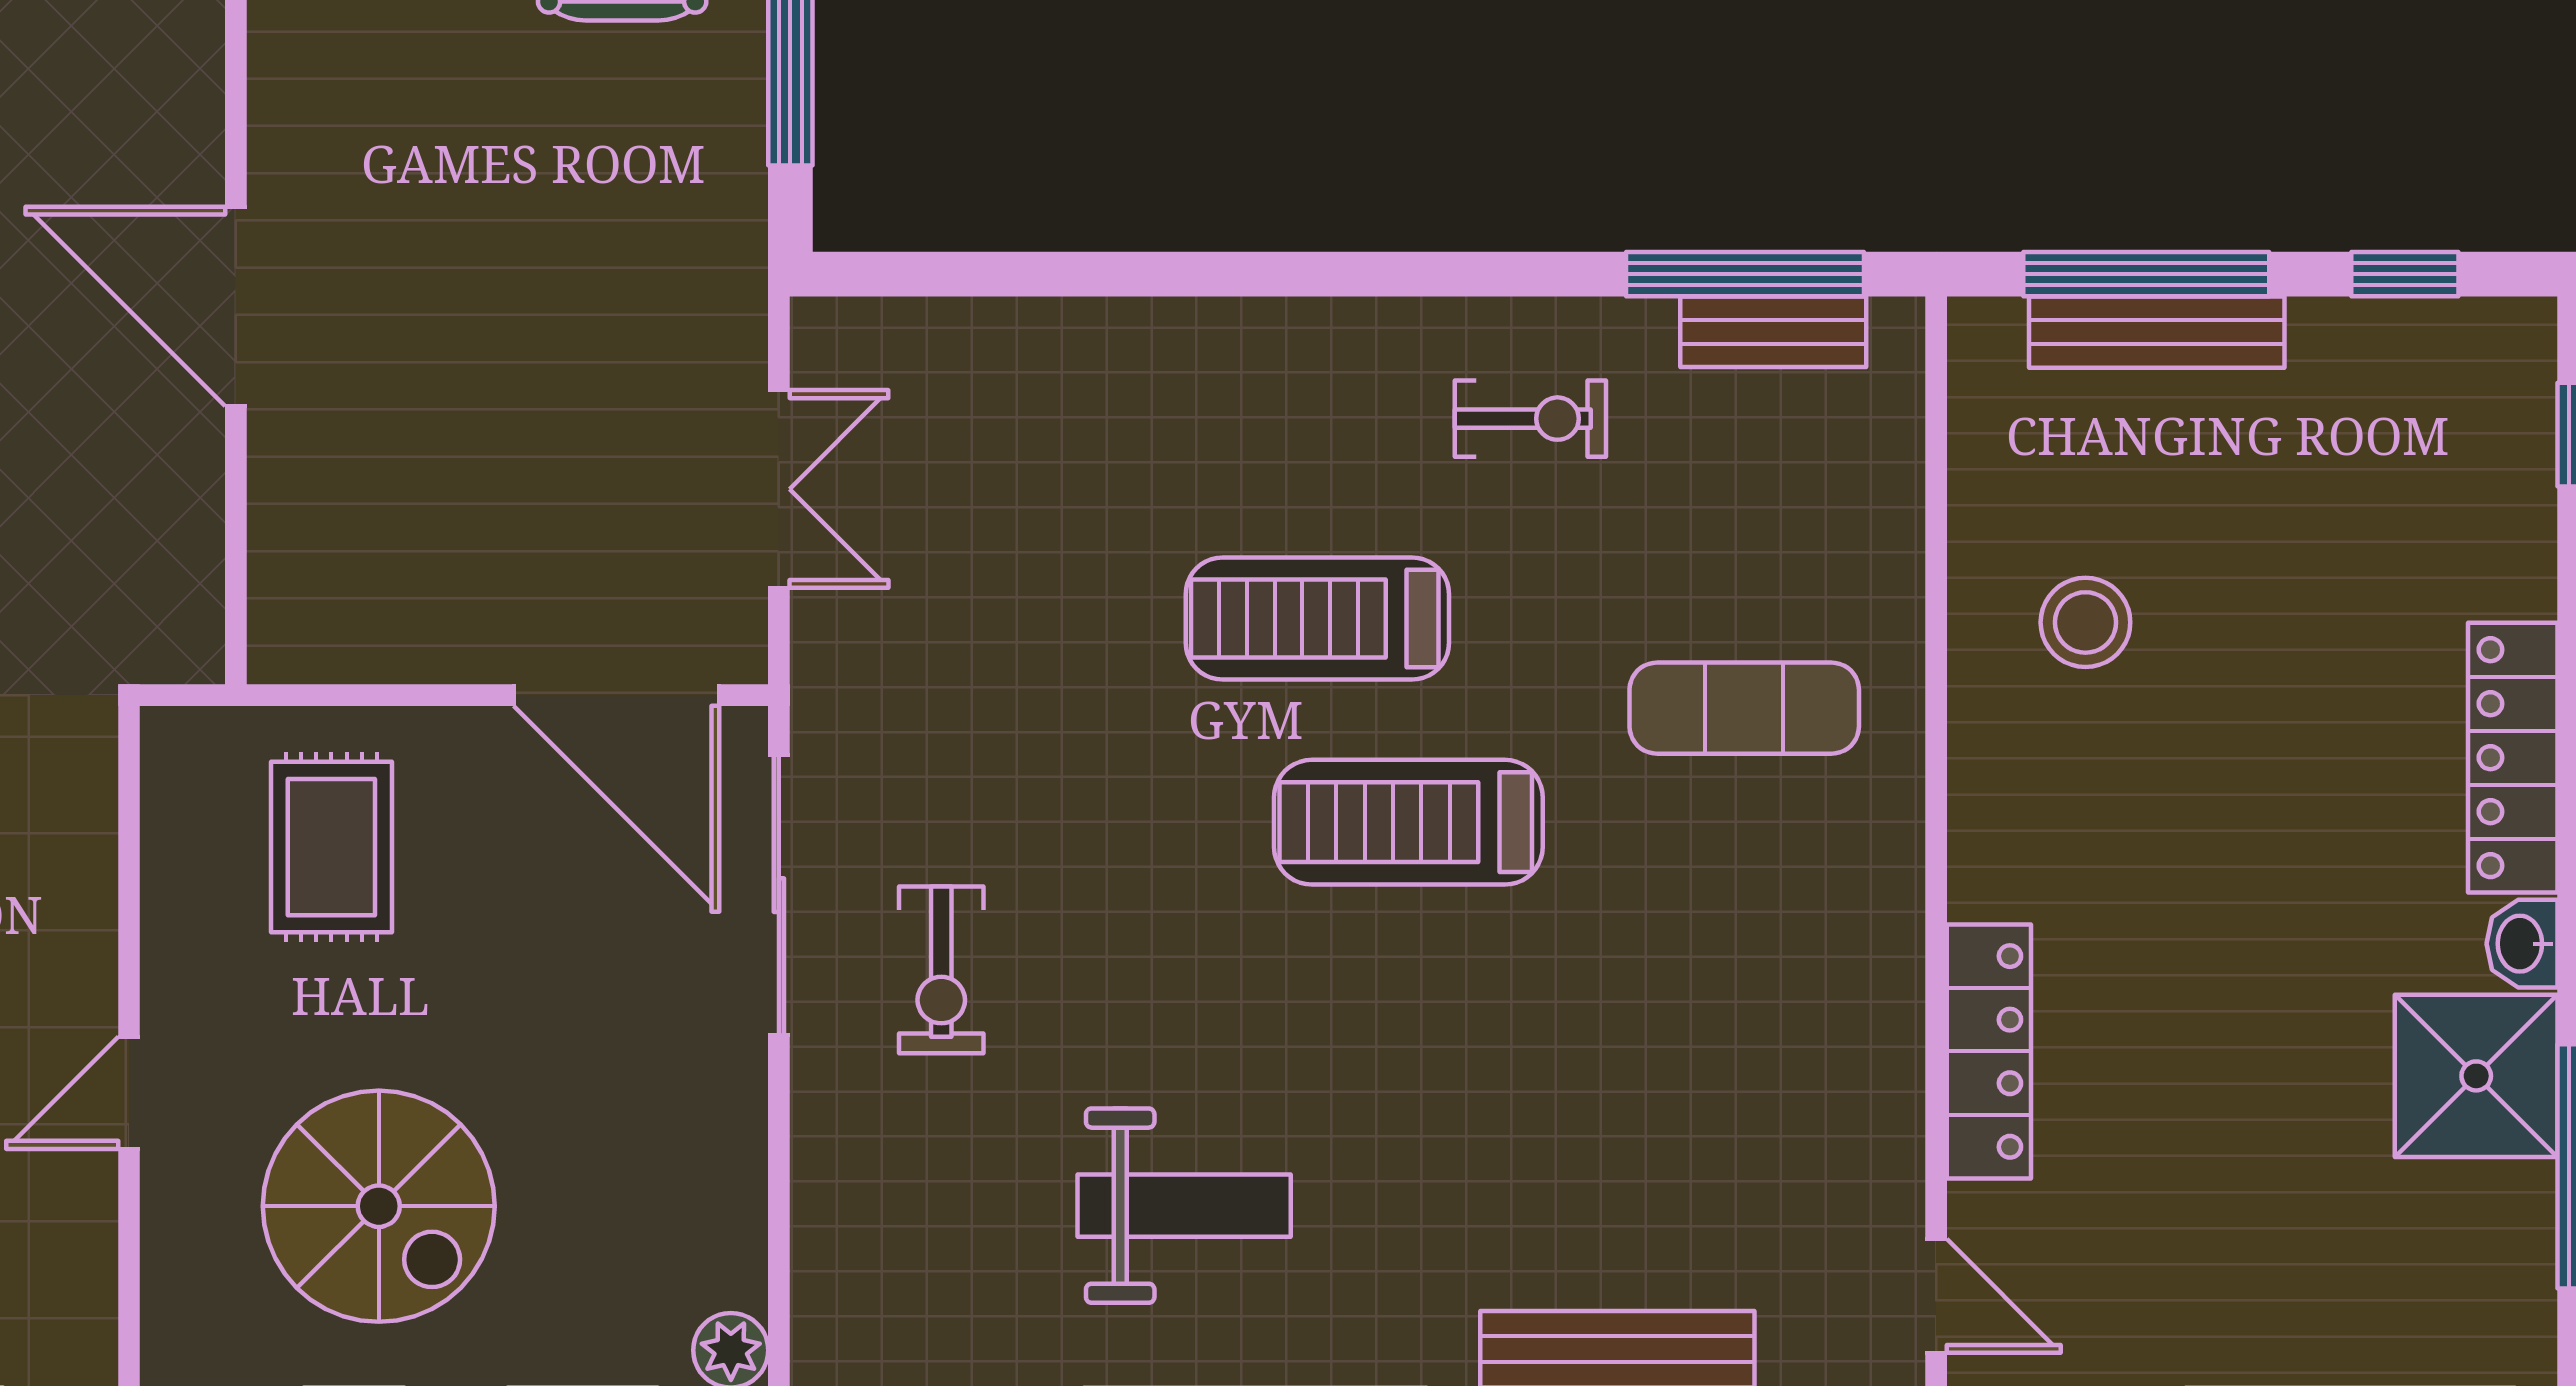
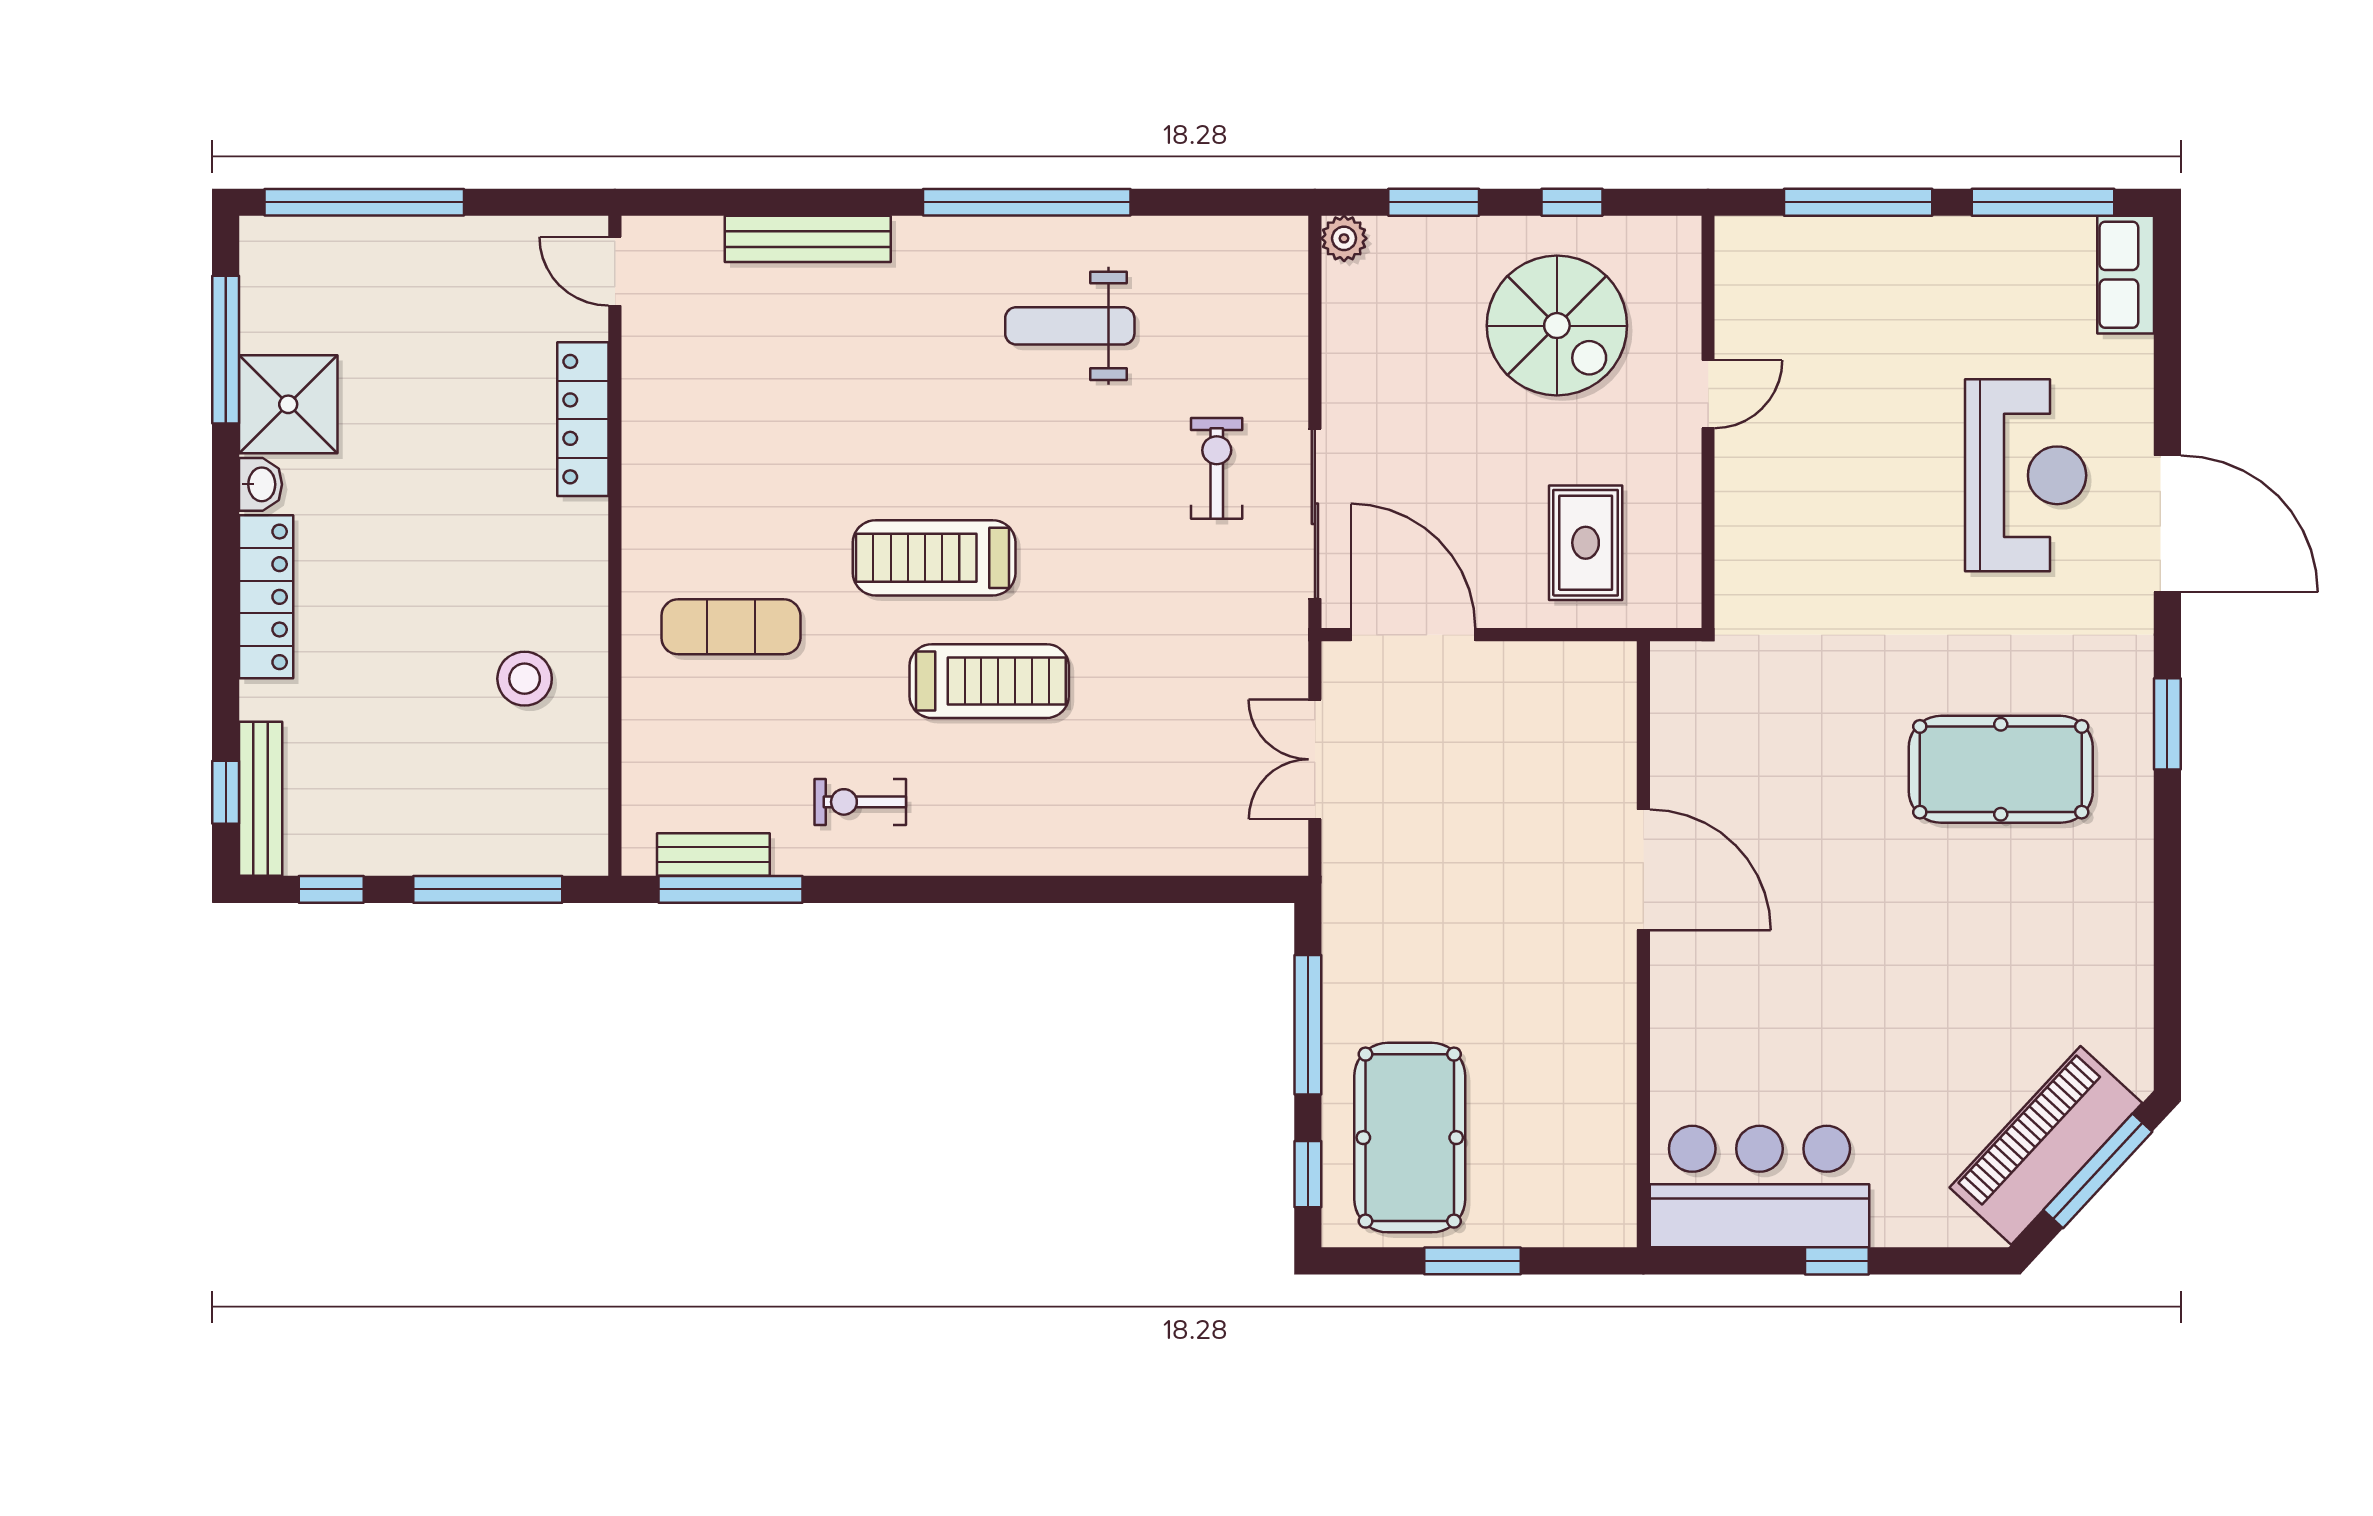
bench: (2157, 332) -> (261, 799), moved, turned 90
treadmill: (1408, 822) -> (934, 558), turned 180
spiral stairs: (379, 1206) -> (1557, 326), turned 180

